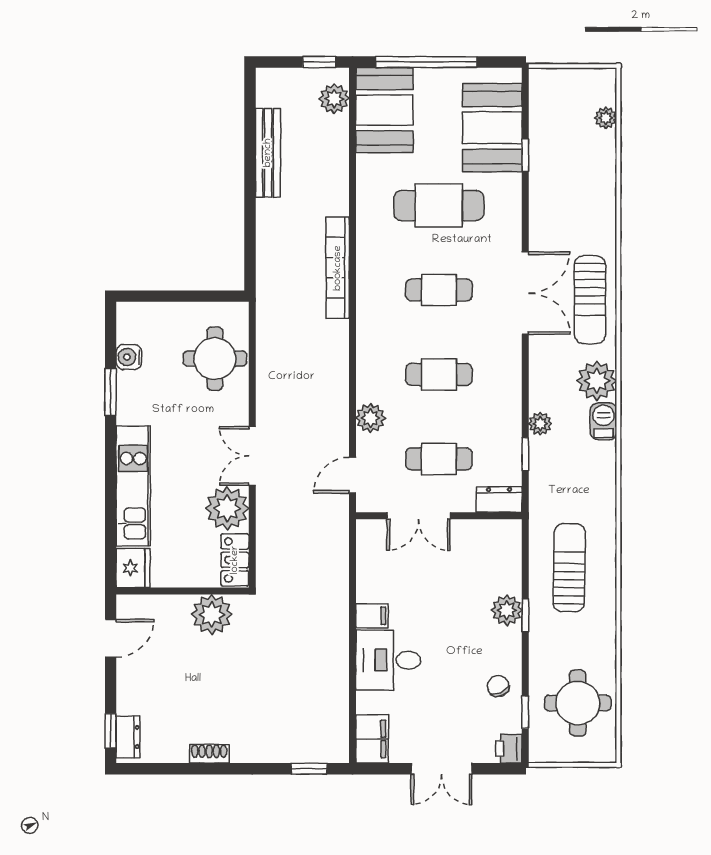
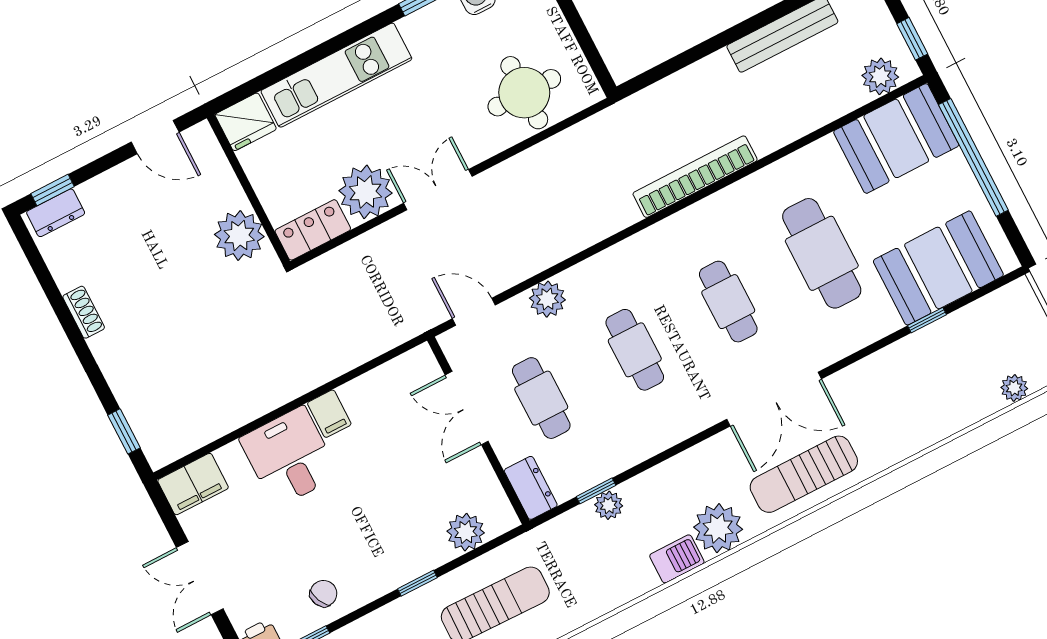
plant: (540, 424) -> (609, 505), moved
plant: (507, 610) -> (466, 532), moved

